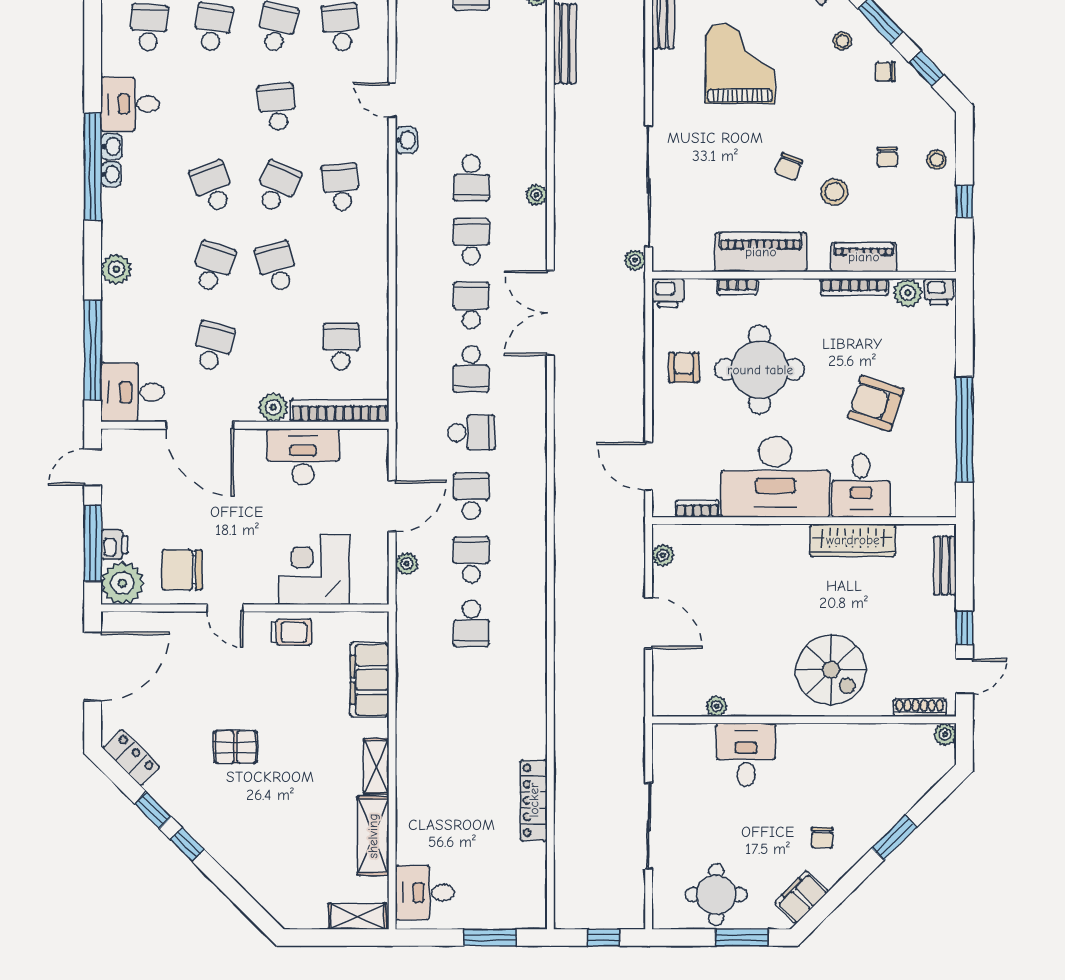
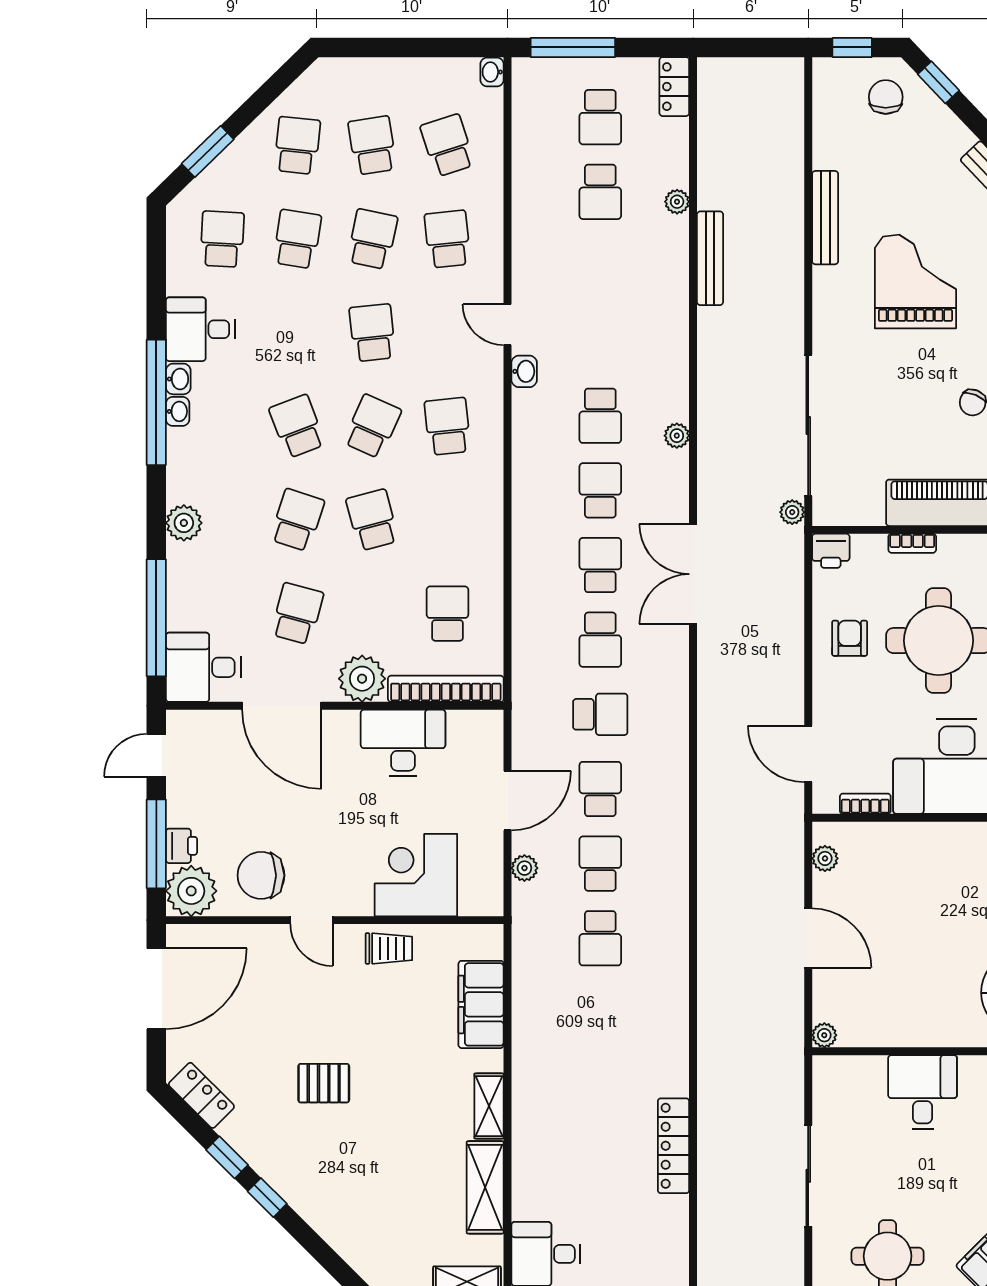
plant: (273, 407) -> (362, 679), width x1.36, depth x1.36
plant: (717, 706) -> (824, 1035), moved

